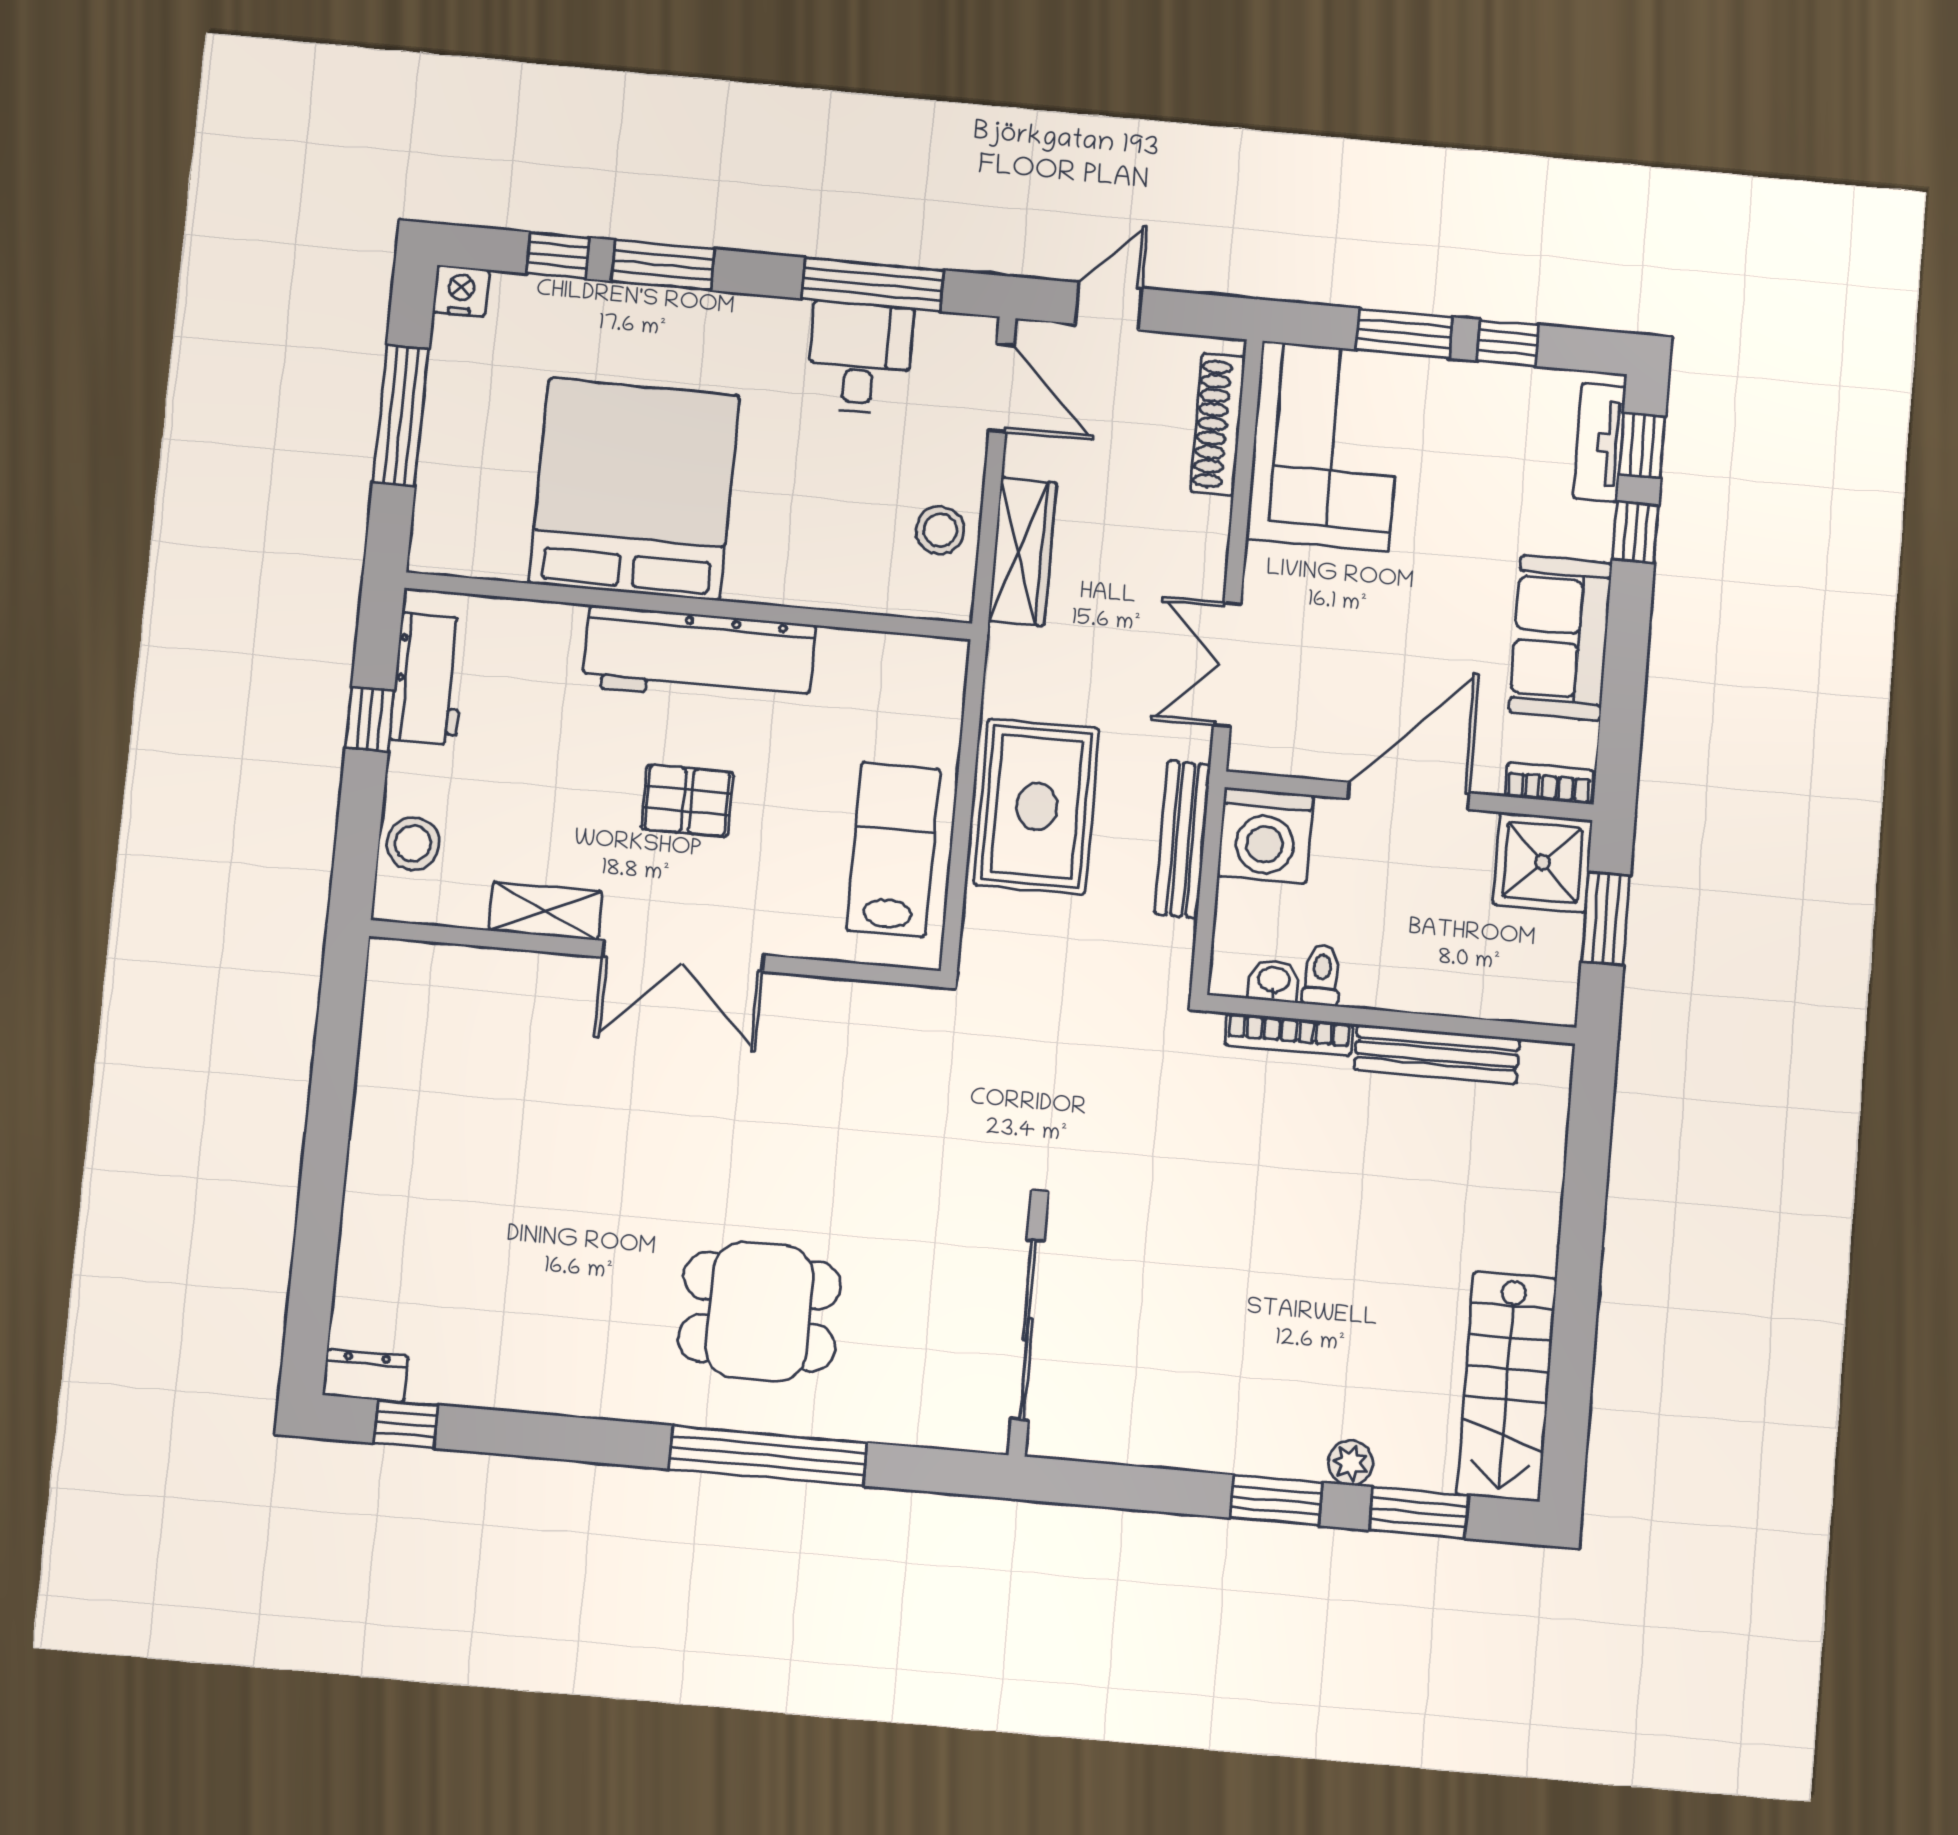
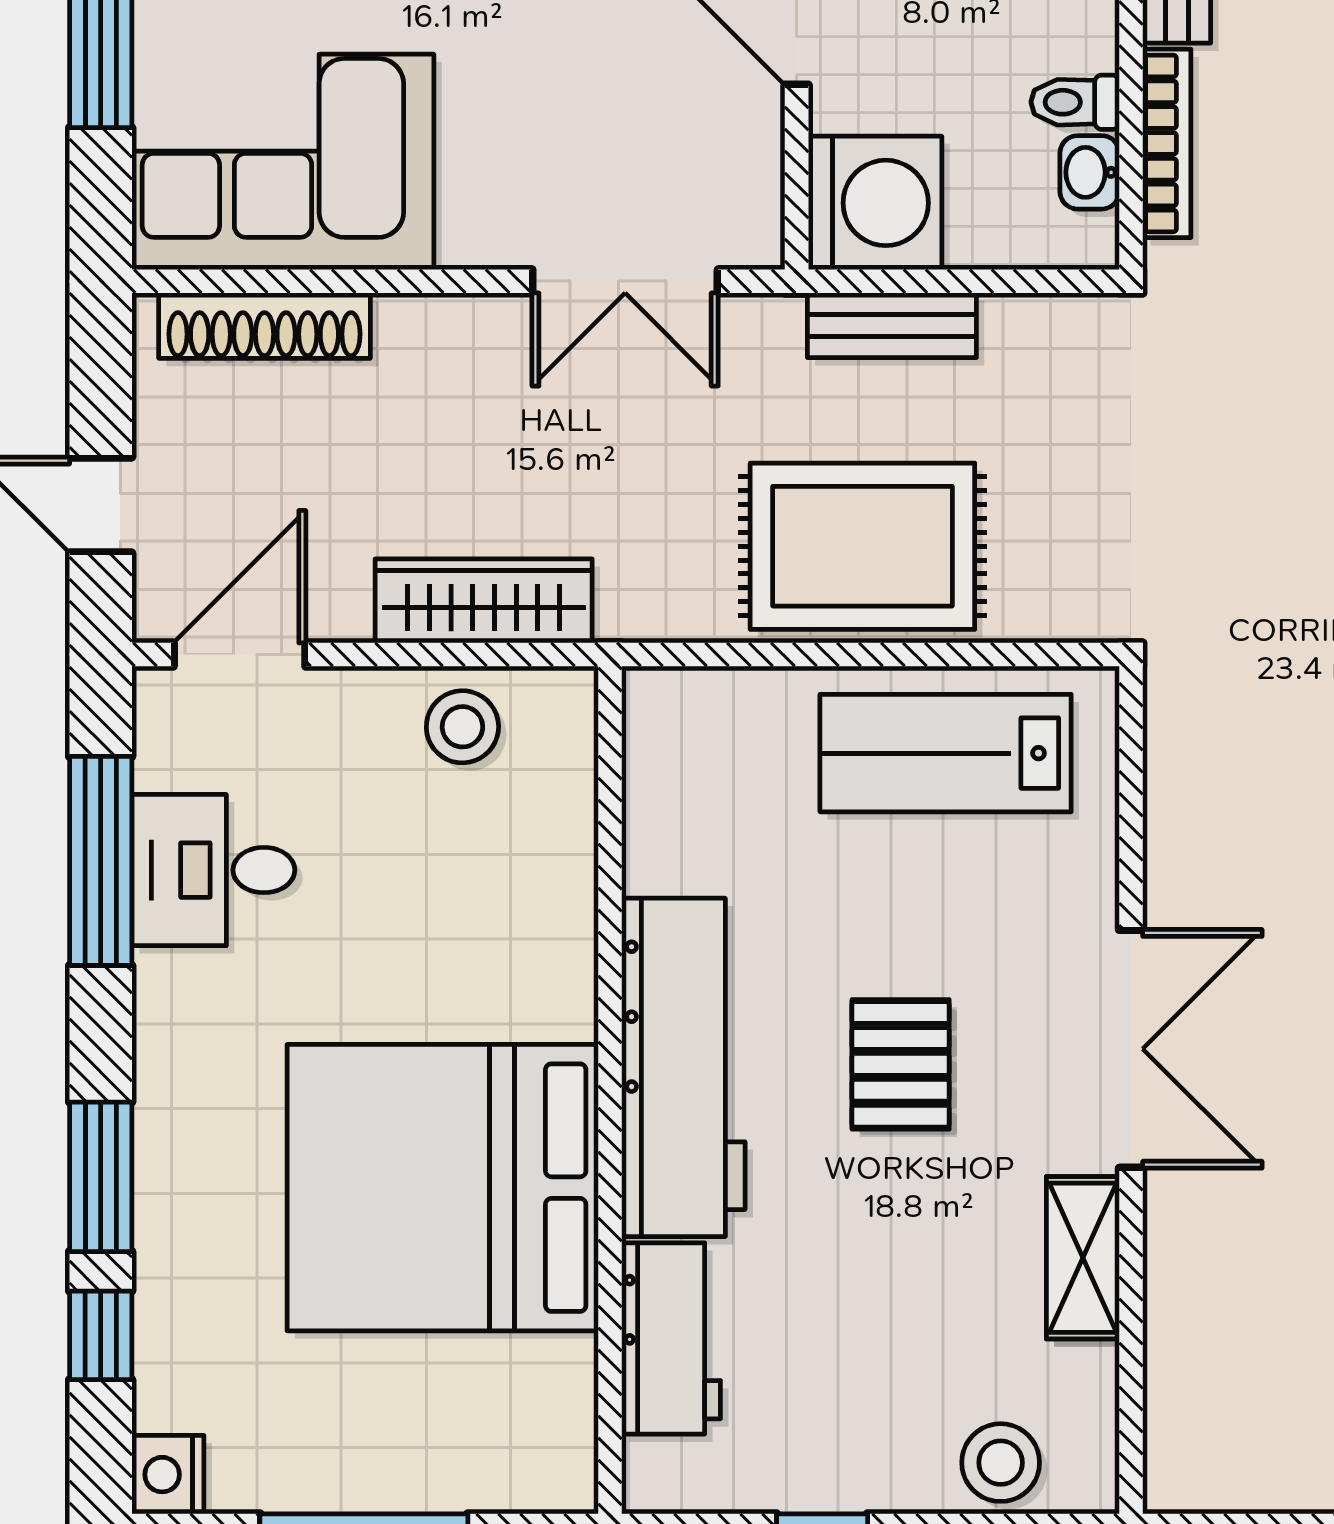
workbench: (428, 679) -> (671, 1338), moved, turned 90
bench: (1183, 839) -> (892, 325), width x0.73

